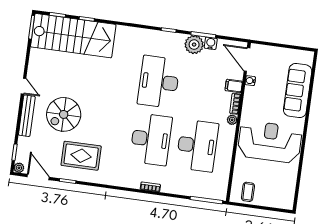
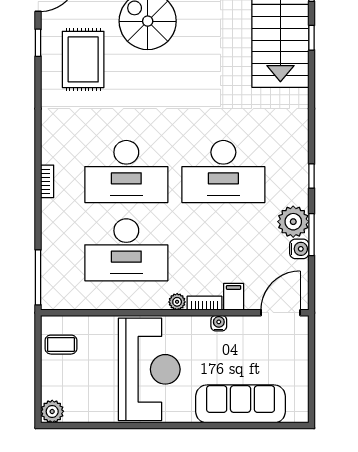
water cooler: (250, 81) -> (219, 323), moved
desk: (159, 82) -> (223, 172), turned 180
plant: (287, 203) -> (52, 411), added

